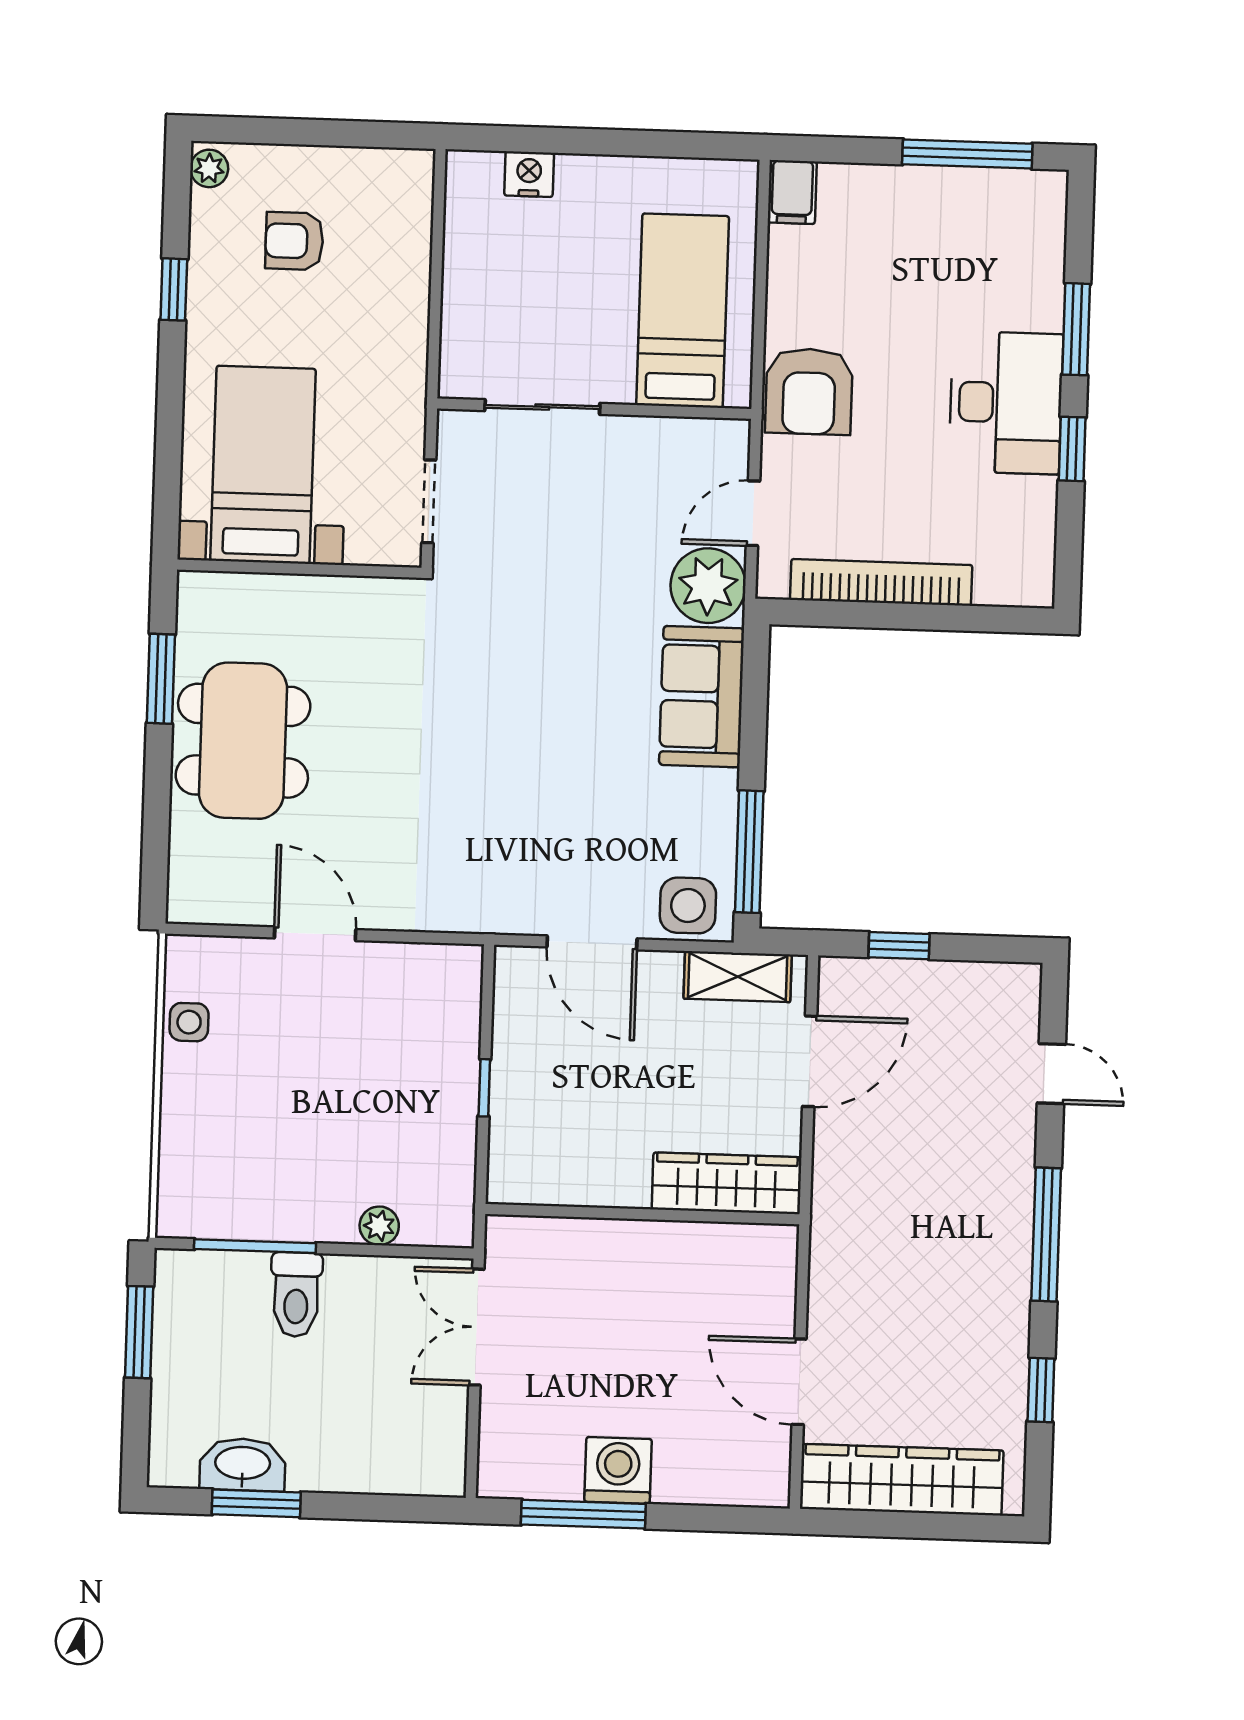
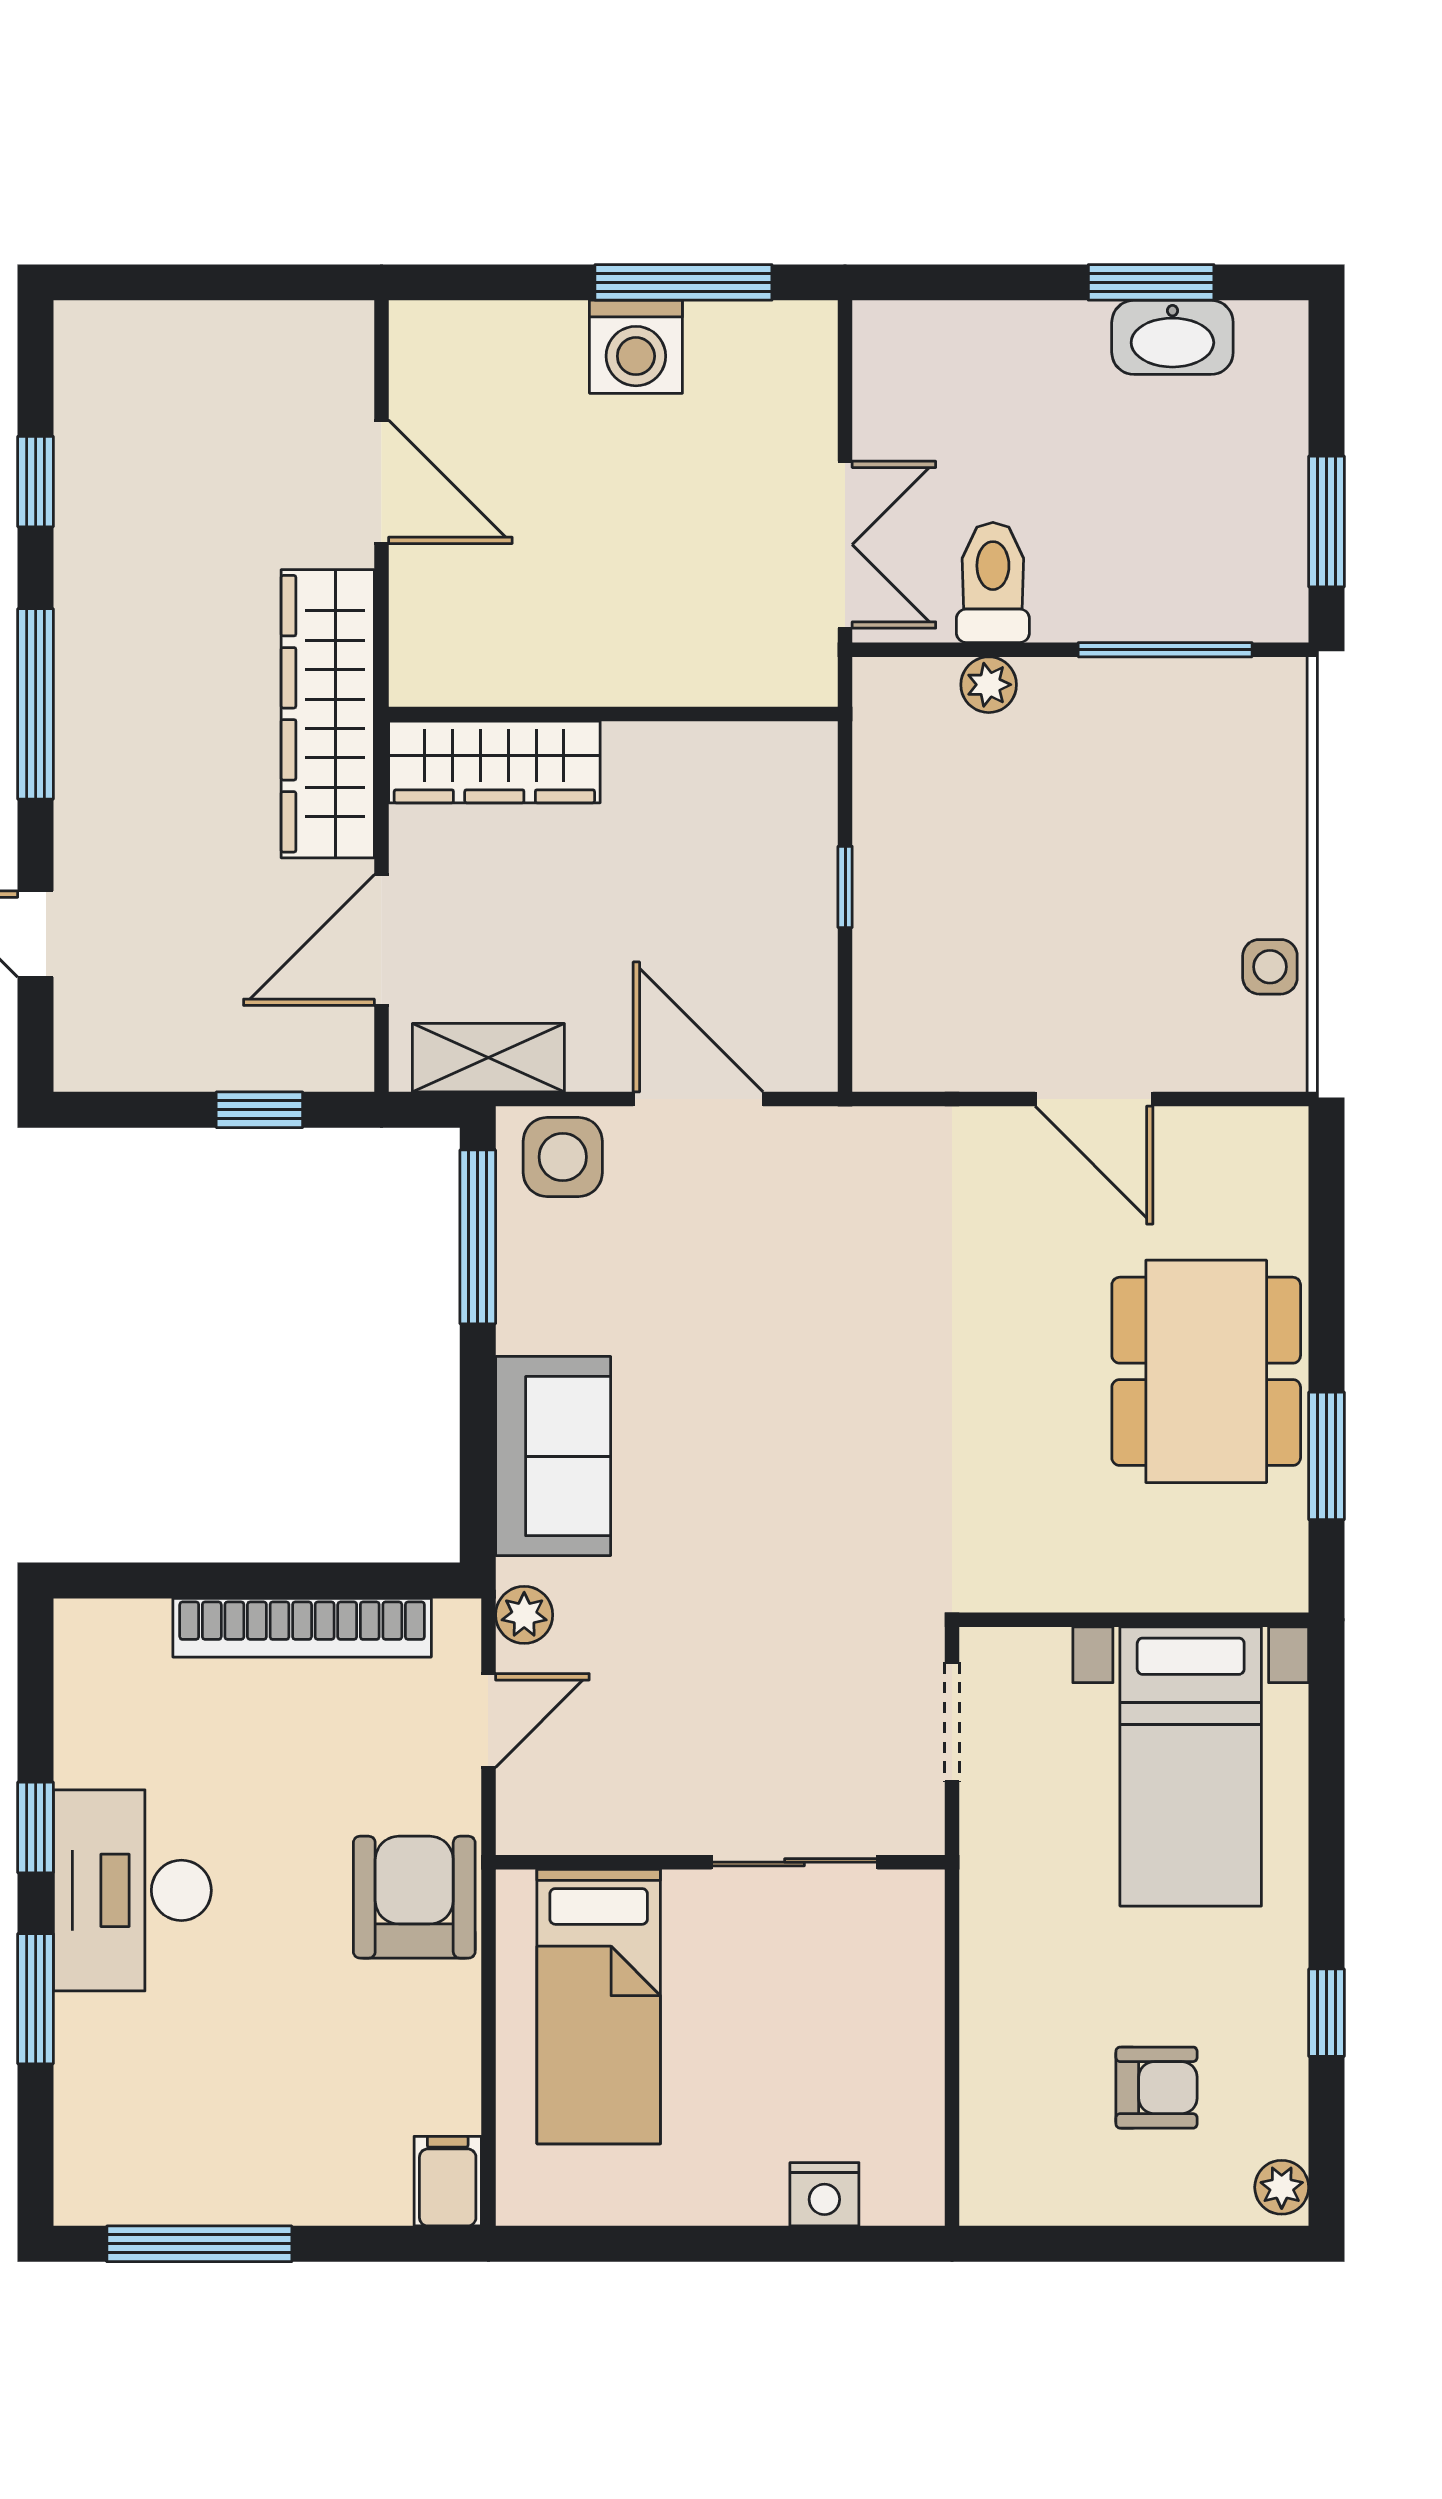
plant: (708, 586) -> (524, 1615), width x0.53, depth x0.53
toilet: (296, 1295) -> (993, 582), moved
wardrobe: (902, 1480) -> (328, 714), moved, turned 90

